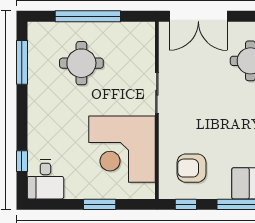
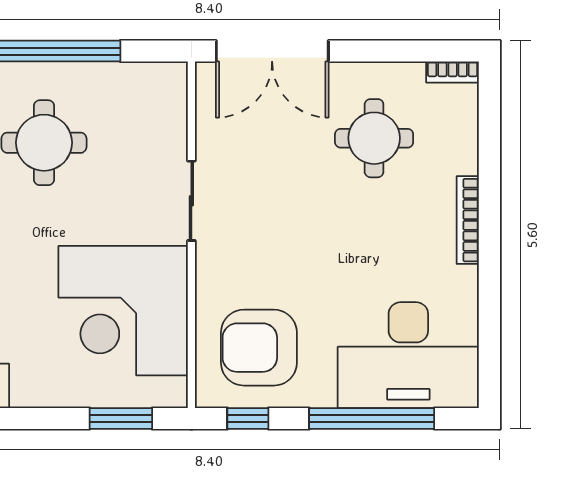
armchair: (191, 168) -> (259, 348), width x1.36, depth x1.36
window: (100, 204) -> (121, 418), moved

